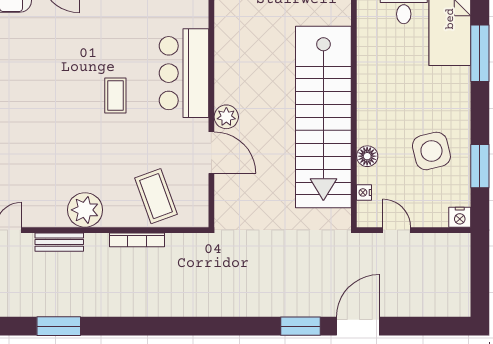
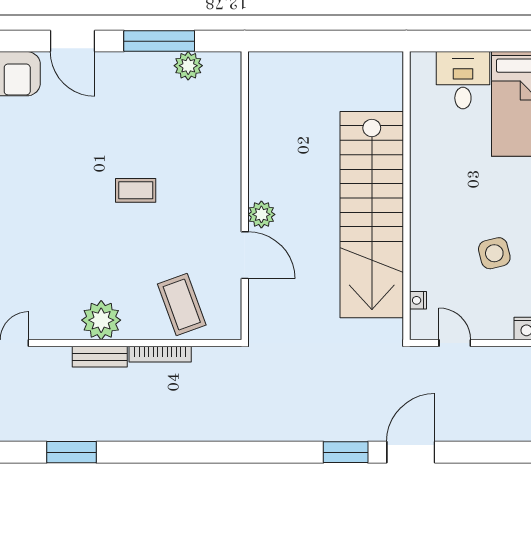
bar counter: (184, 73) -> (214, 165), removed
coffee table: (115, 96) -> (136, 190), turned 90
side table: (431, 151) -> (494, 253), width x0.73, depth x0.73
floor lamp: (367, 156) -> (421, 259), removed
bench: (59, 242) -> (100, 357), moved

